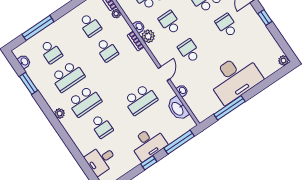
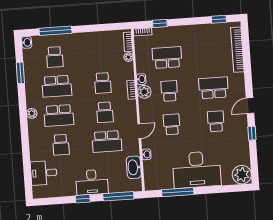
school desk: (90, 25) -> (105, 112), moved
plant: (283, 61) -> (242, 175), width x1.87, depth x1.87
washbasin: (24, 62) -> (27, 42), moved

